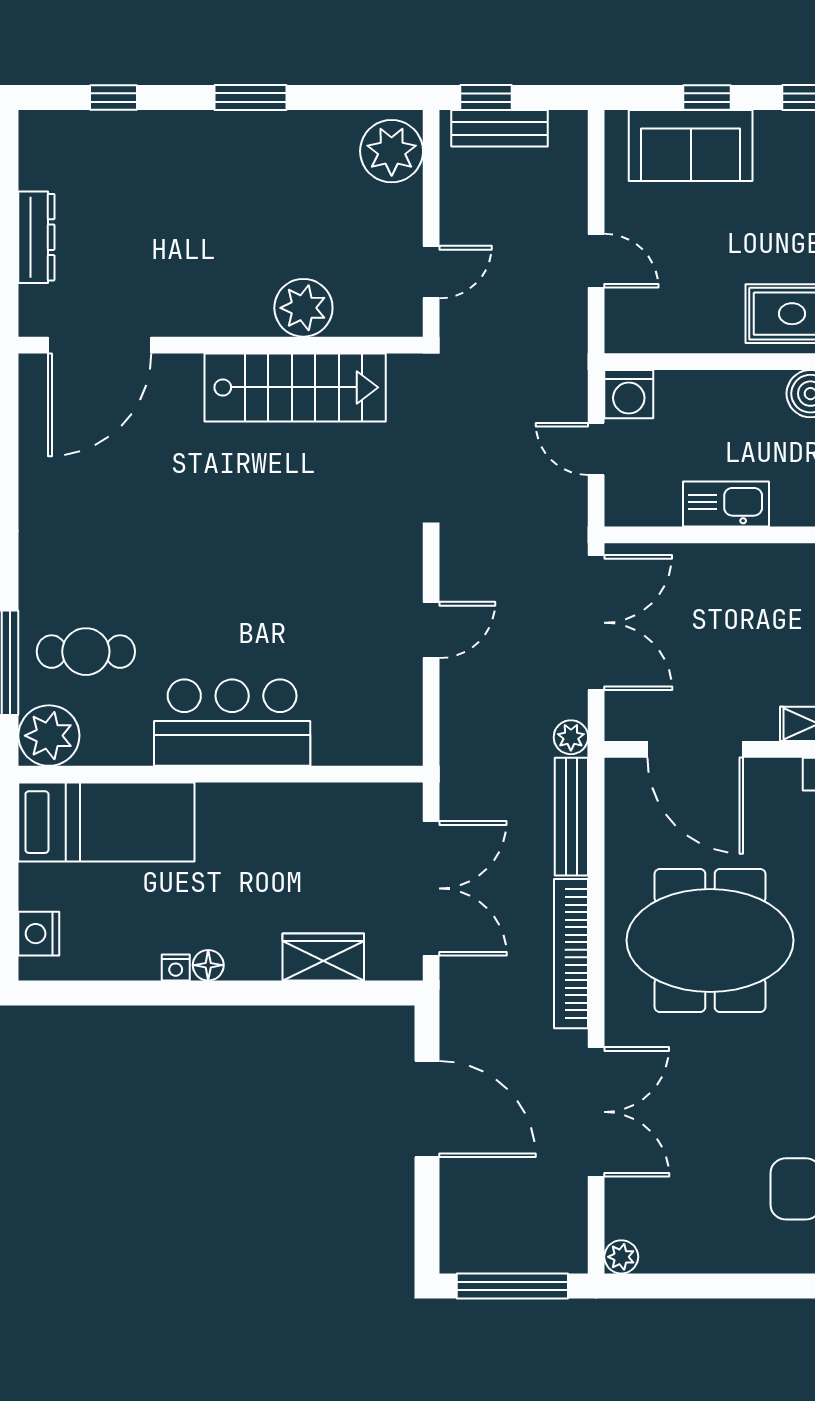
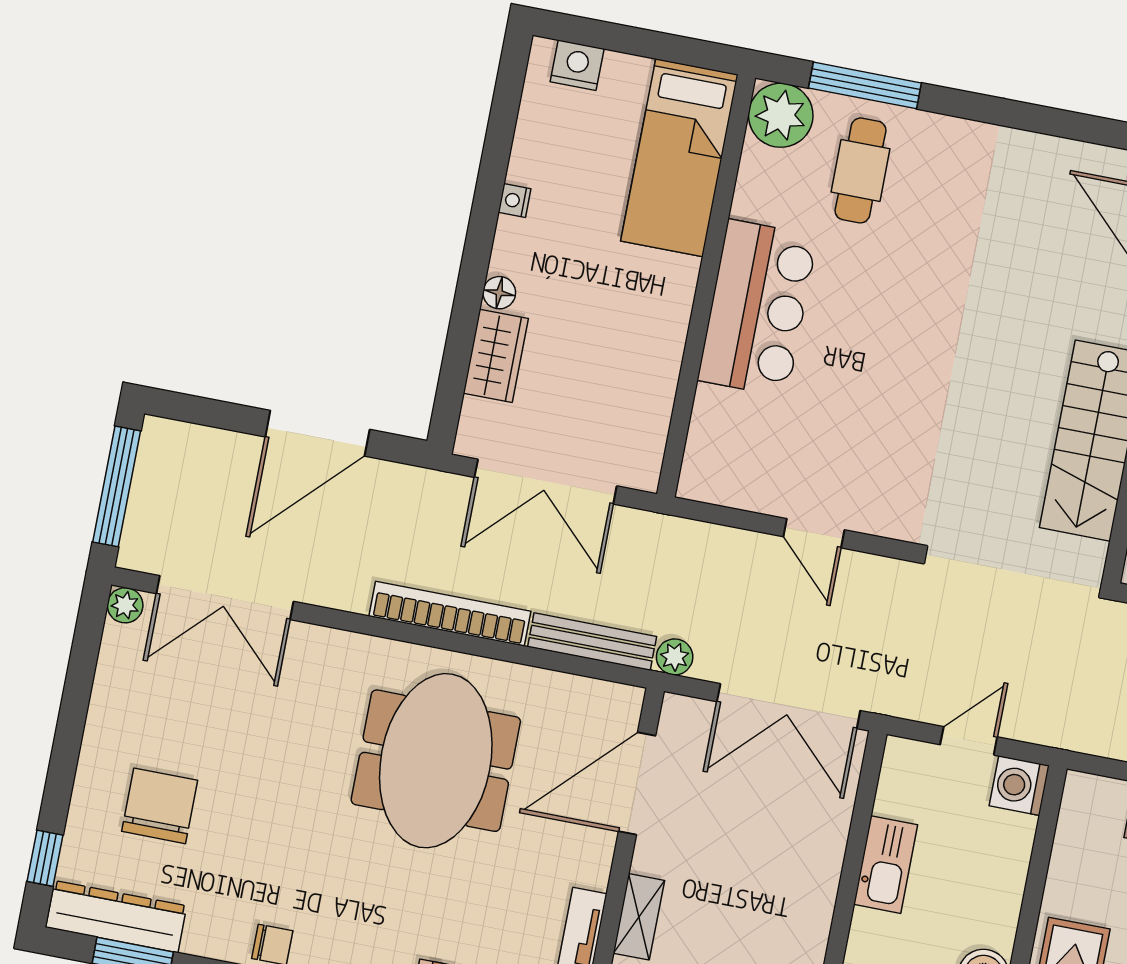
floor lamp: (208, 965) -> (499, 293), moved
double door: (596, 1112) -> (225, 598), moved

